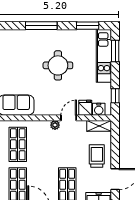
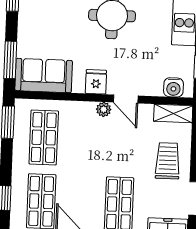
fridge: (85, 108) -> (96, 82), moved
door: (69, 118) -> (126, 99), swing flipped

